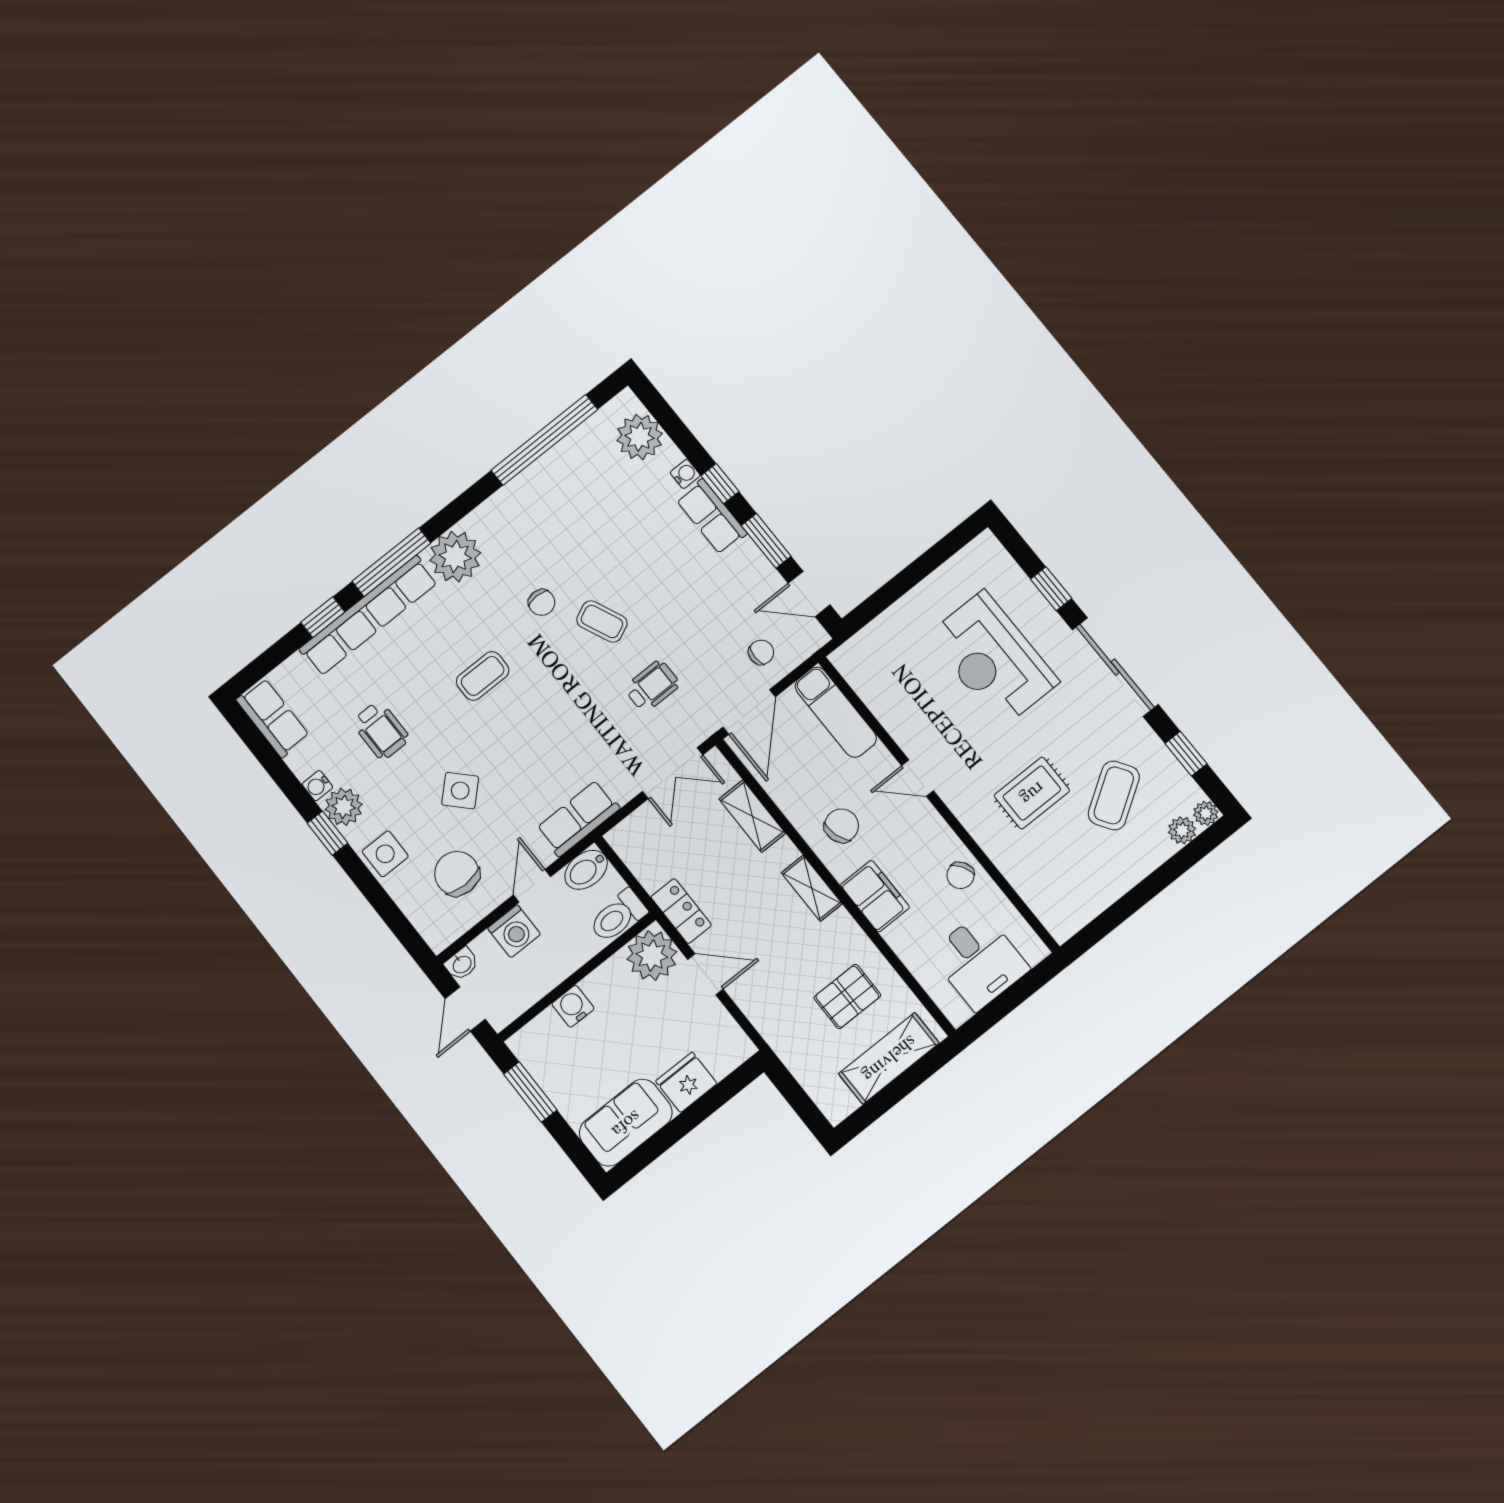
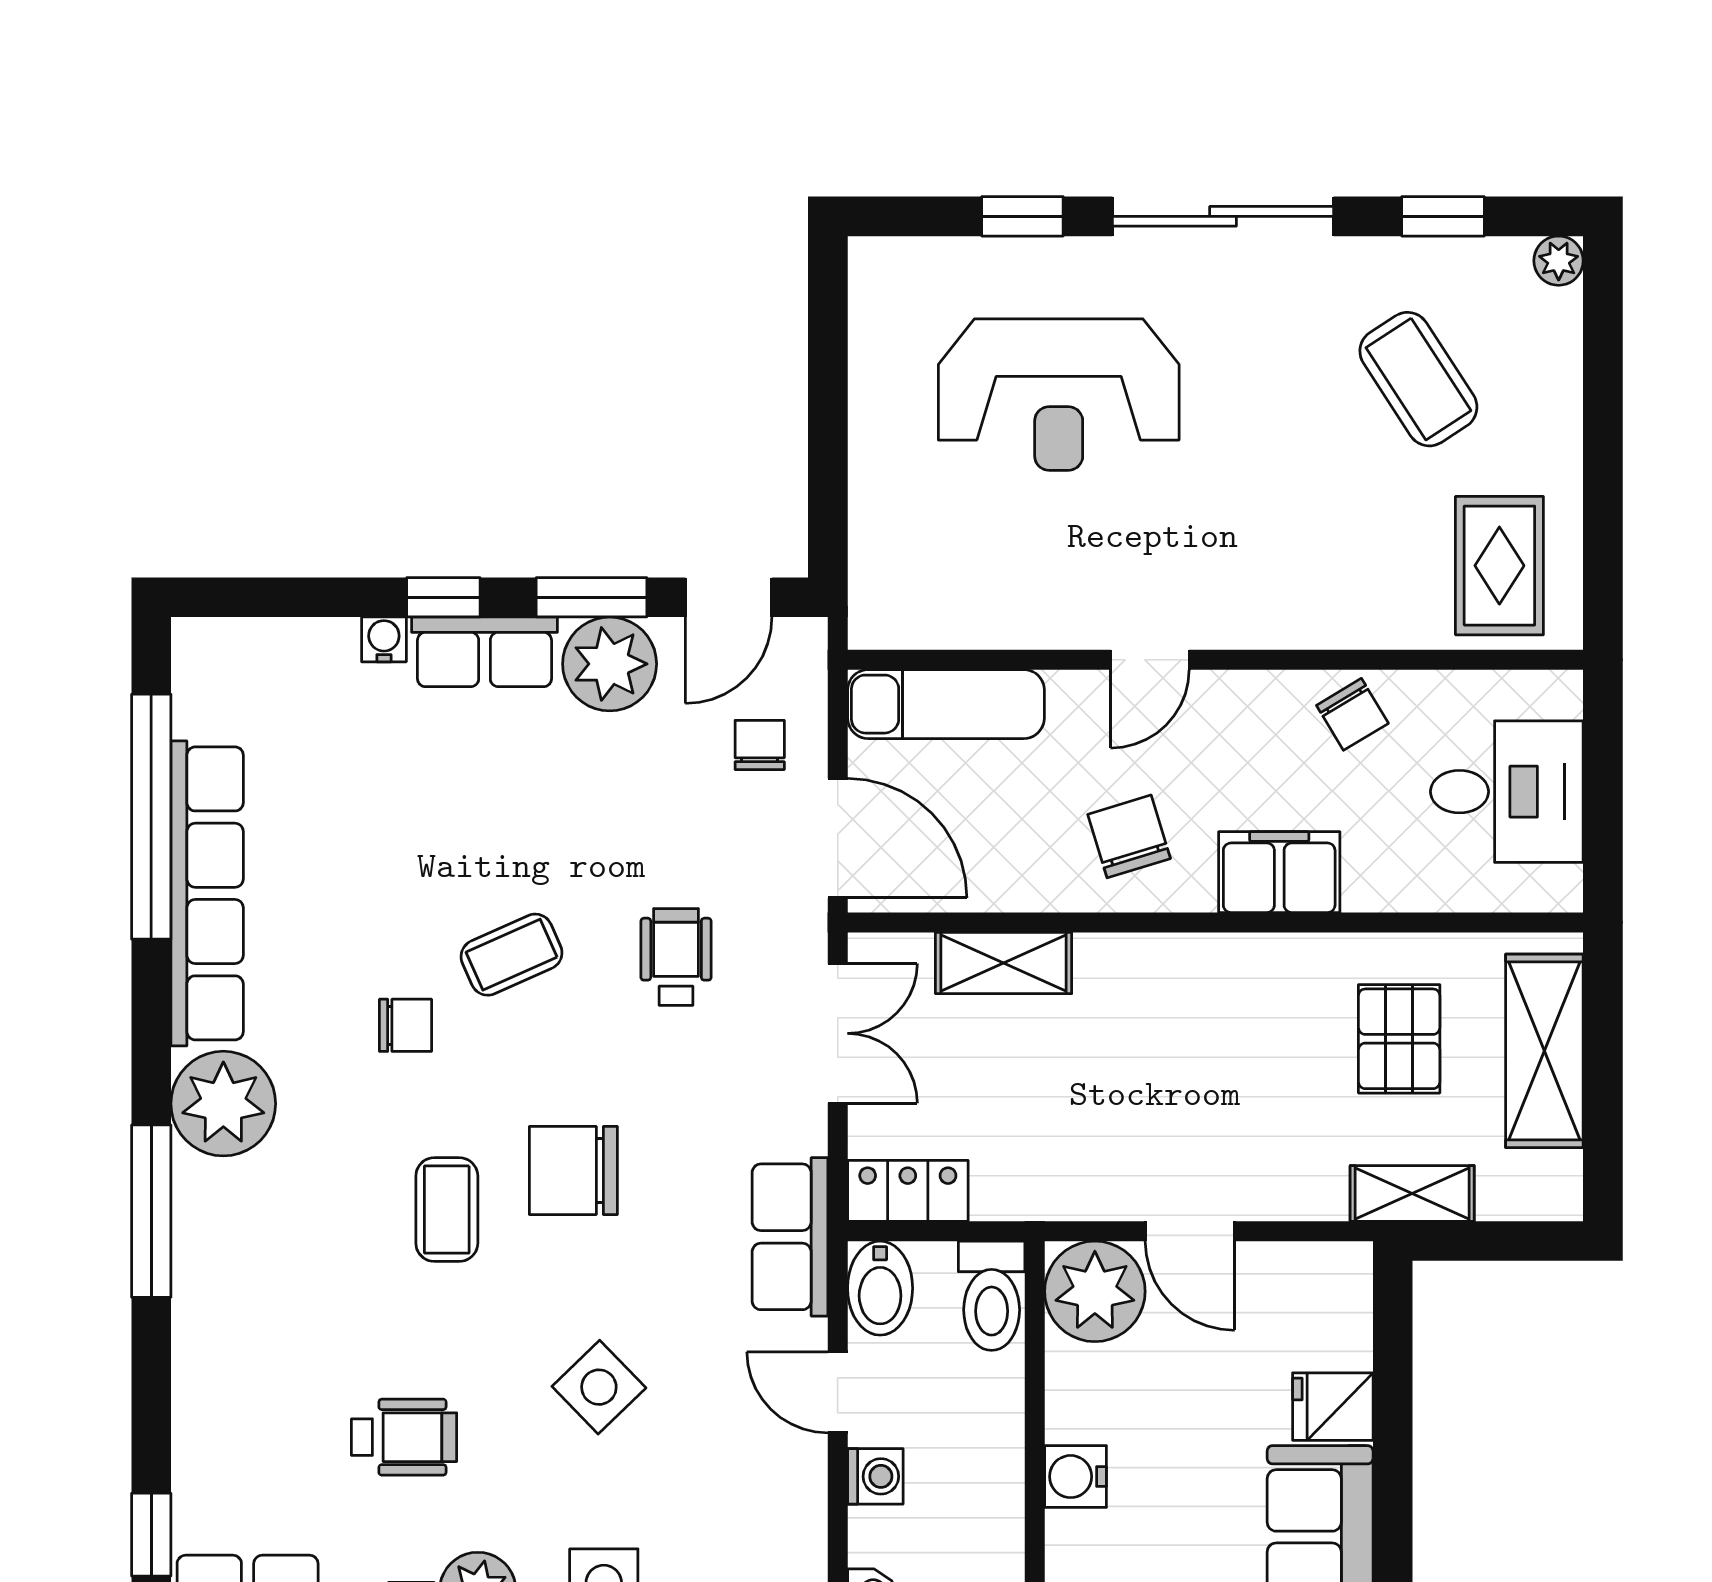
plant: (640, 437) -> (610, 664), moved
row of seats: (369, 616) -> (207, 893), moved
window: (323, 617) -> (151, 1535), moved
rug: (1032, 793) -> (1499, 566), moved
plant: (1182, 830) -> (1556, 318), removed
chair: (457, 874) -> (573, 1171), moved
shelving: (812, 888) -> (1412, 1193), moved
locker: (681, 911) -> (908, 1191), moved
washing machine: (514, 931) -> (875, 1476), width x0.73, depth x0.73
door: (705, 974) -> (1190, 1231), swing flipped
fridge: (686, 1082) -> (1333, 1407), width x0.72

